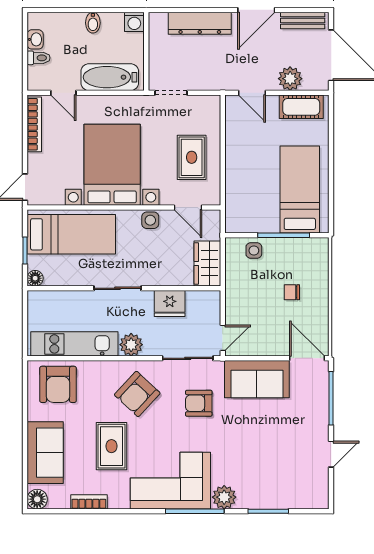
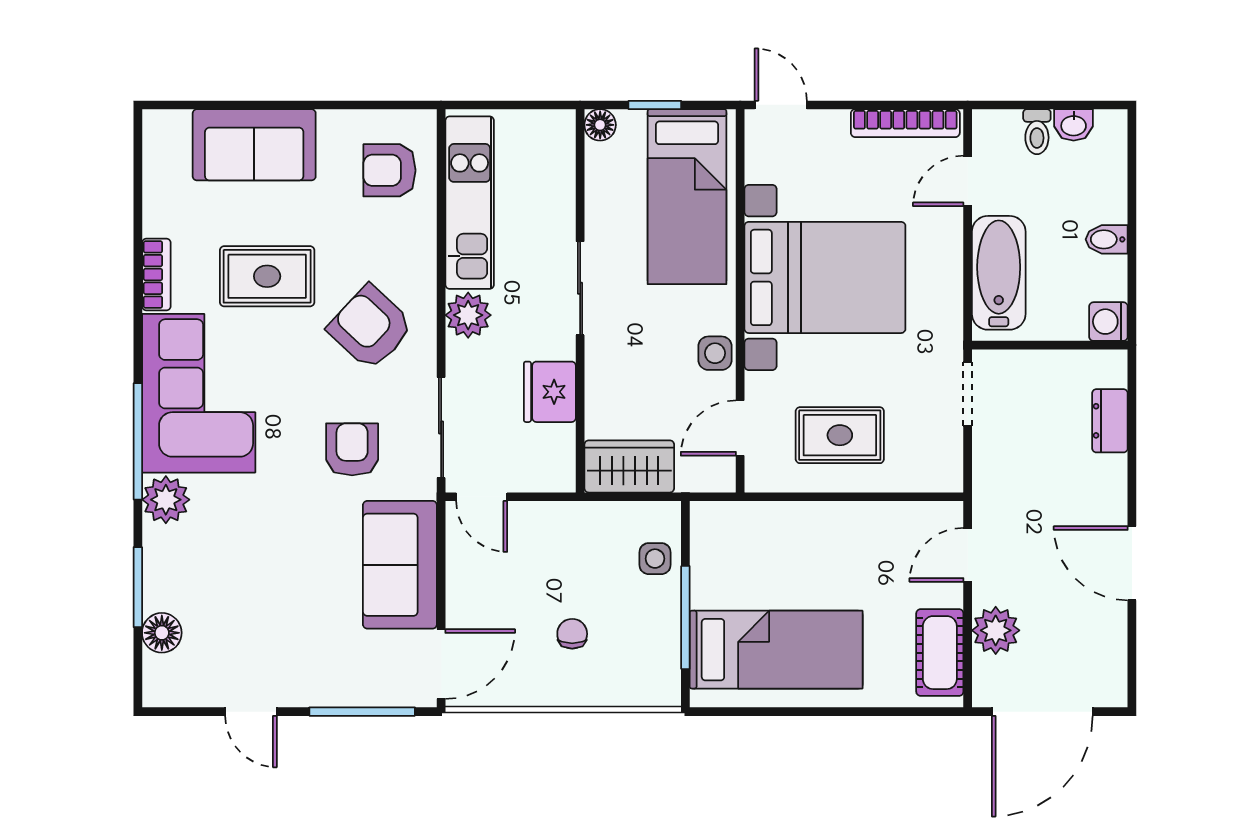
bench: (303, 20) -> (1111, 655), removed
dresser: (200, 23) -> (1110, 421), width x0.51, depth x0.80
armchair: (58, 384) -> (389, 170), width x0.72, depth x0.72
floor lamp: (37, 499) -> (162, 633), moved
bookcase: (89, 502) -> (156, 274), moved

